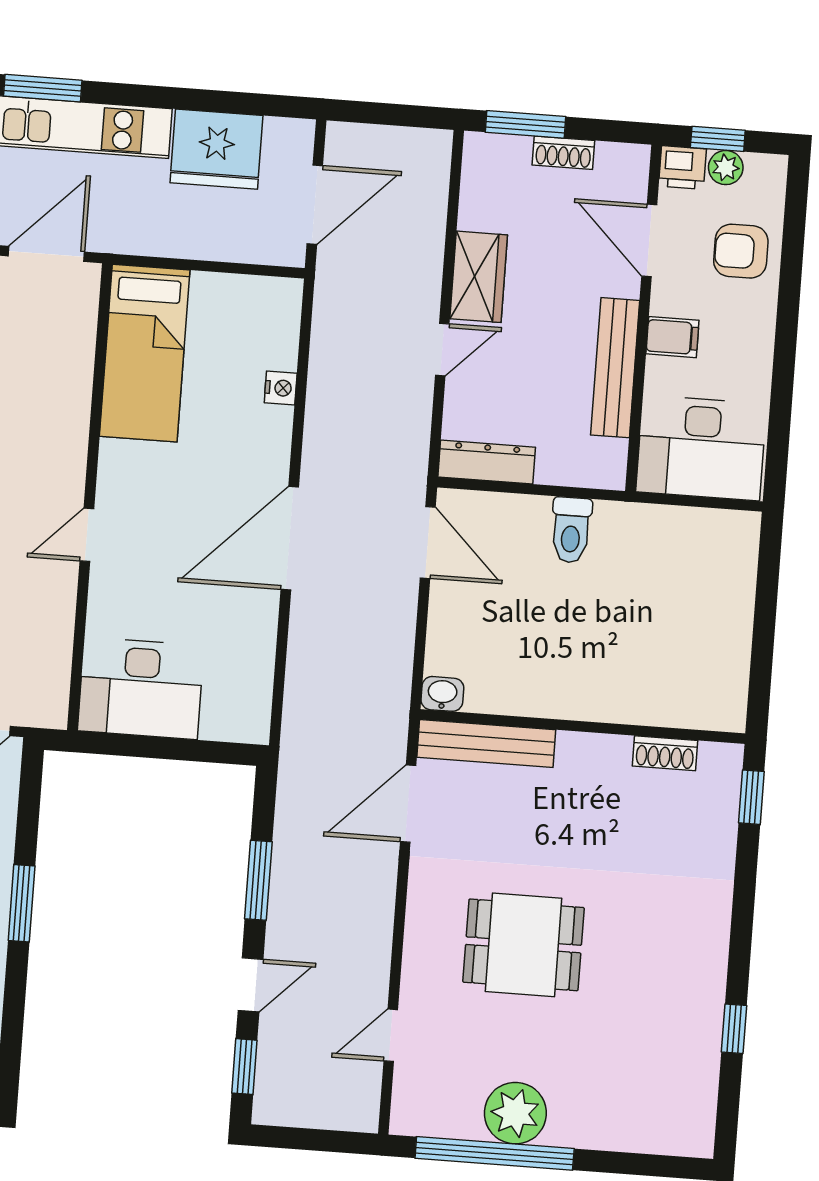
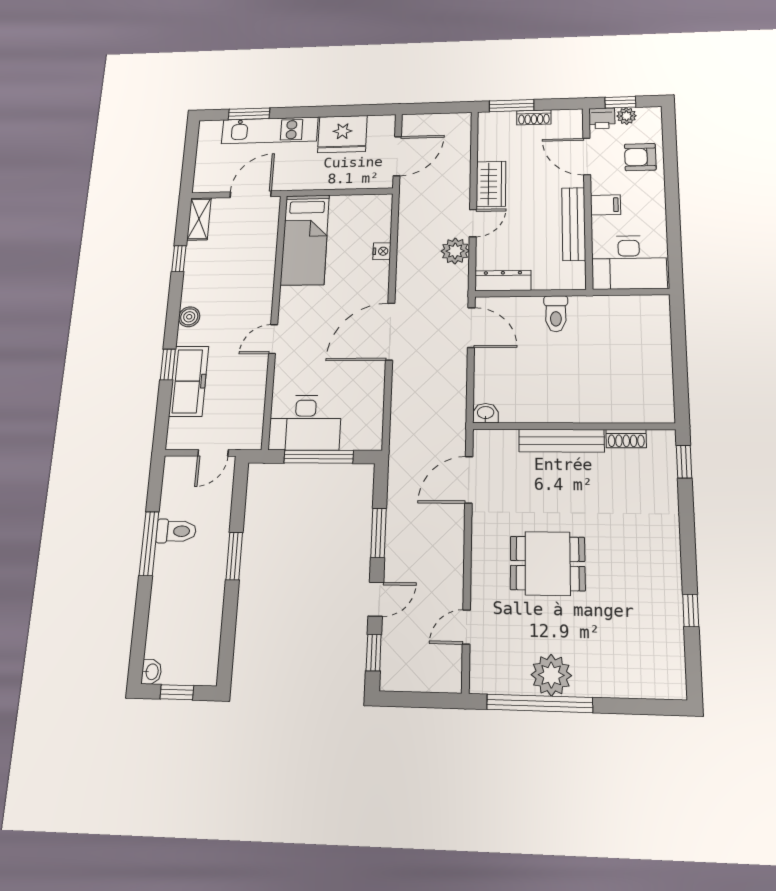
plant: (408, 399) -> (455, 251), added
bench: (486, 744) -> (561, 441), moved
window: (163, 748) -> (319, 457), added

